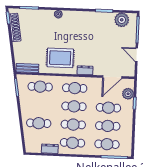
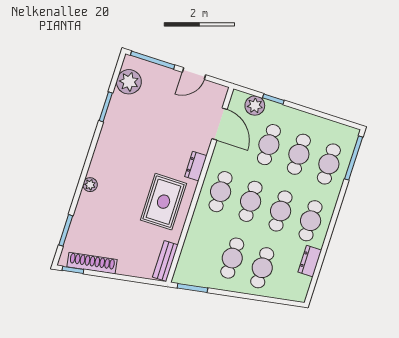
cafe table: (40, 87) -> (232, 258), moved

